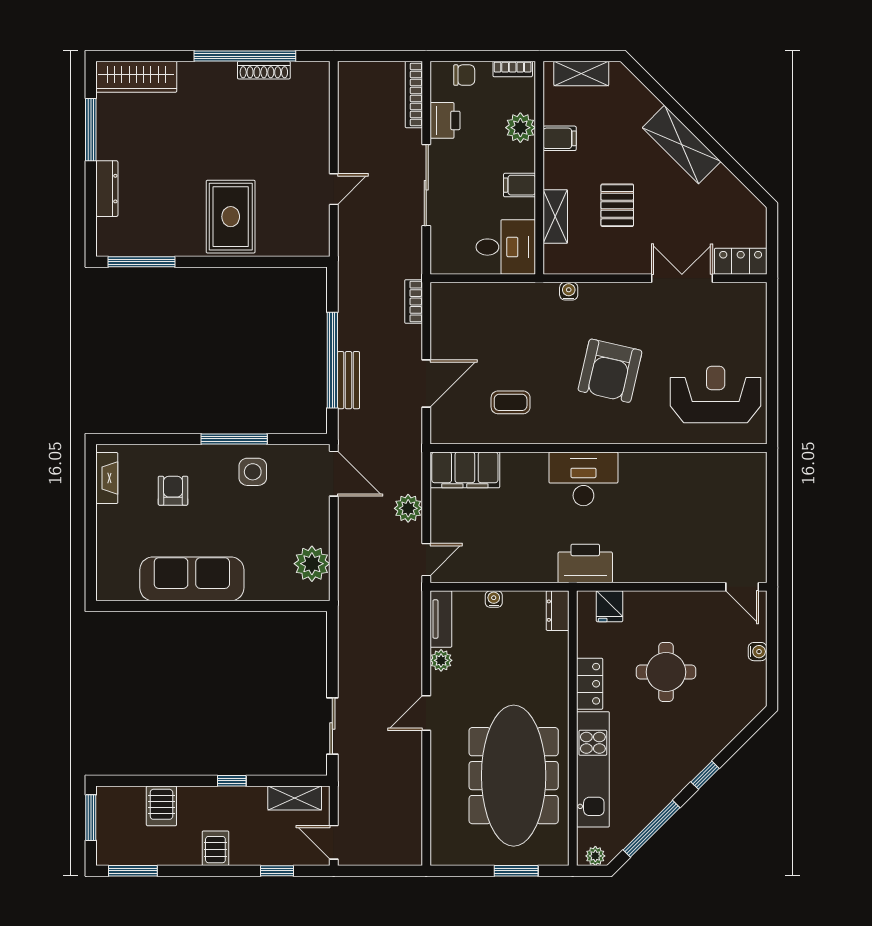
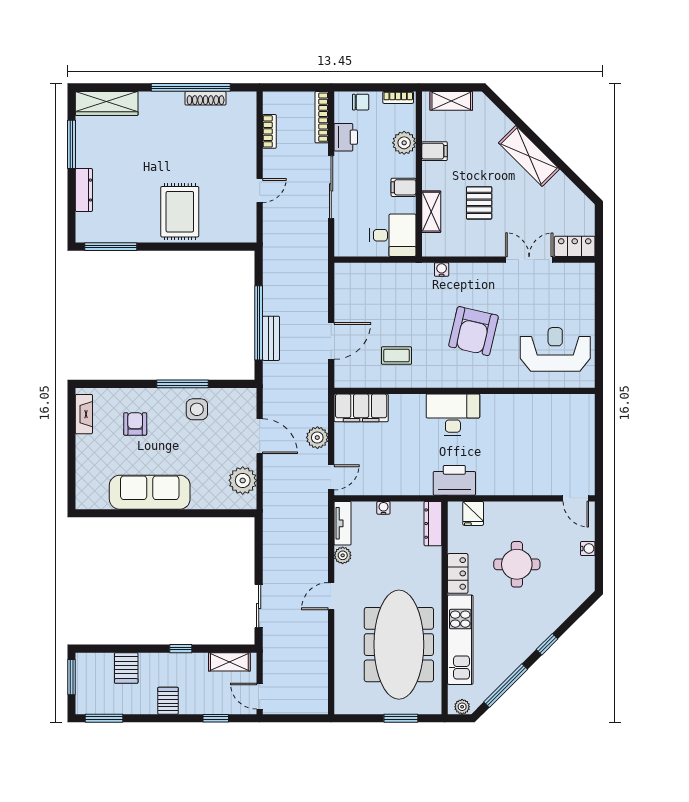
bookcase: (414, 302) -> (269, 131), moved, turned 180
door: (334, 474) -> (260, 436), moved
dresser: (558, 611) -> (433, 524), width x1.44

